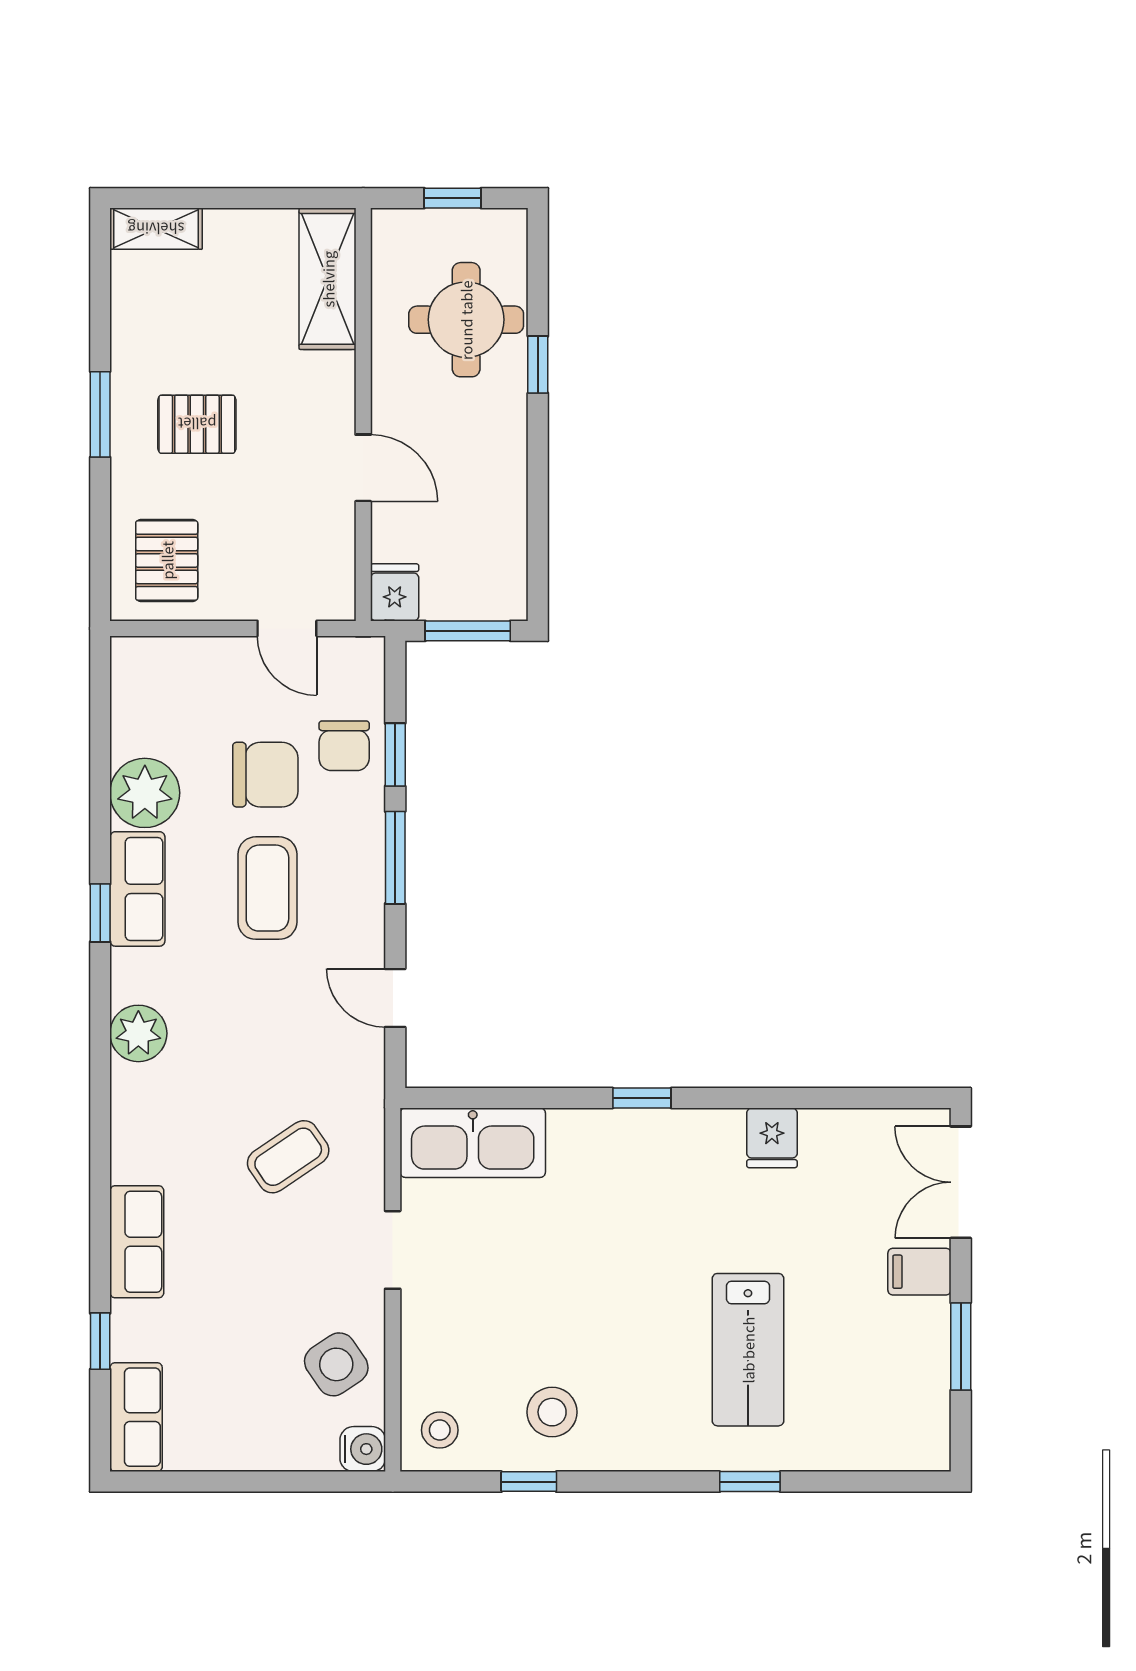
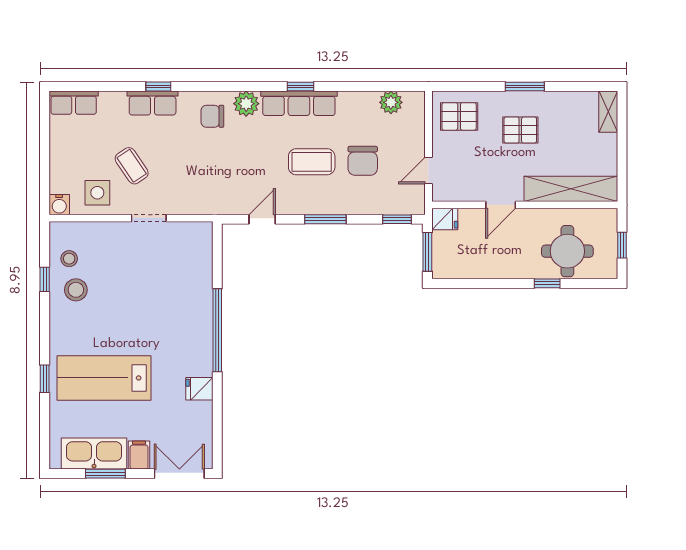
shelving: (328, 279) -> (571, 189), width x1.47
pallet: (197, 424) -> (520, 130), turned 90
chair: (344, 746) -> (212, 116), moved
window: (395, 755) -> (397, 219), moved
plant: (145, 793) -> (391, 102), moved, width x0.73, depth x0.73
row of seats: (137, 889) -> (299, 103), width x1.48
window: (642, 1098) -> (217, 330), width x3.17
kitchen sink: (473, 1143) -> (94, 454), moved, turned 90
coffee table: (288, 1157) -> (132, 166), moved
window: (100, 1341) -> (158, 86), moved
lab bench: (748, 1350) -> (104, 378), width x1.36, depth x1.39
side table: (336, 1364) -> (97, 193), turned 34
stool: (440, 1430) -> (69, 259), moved

